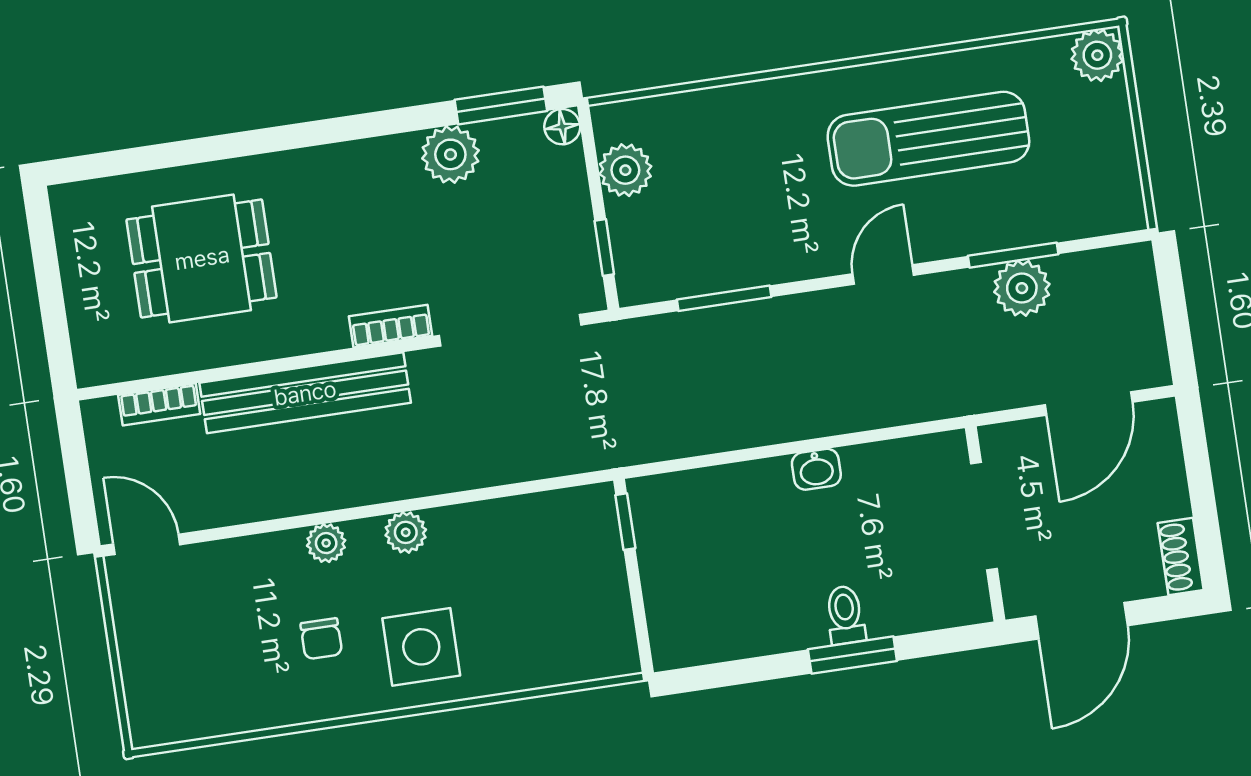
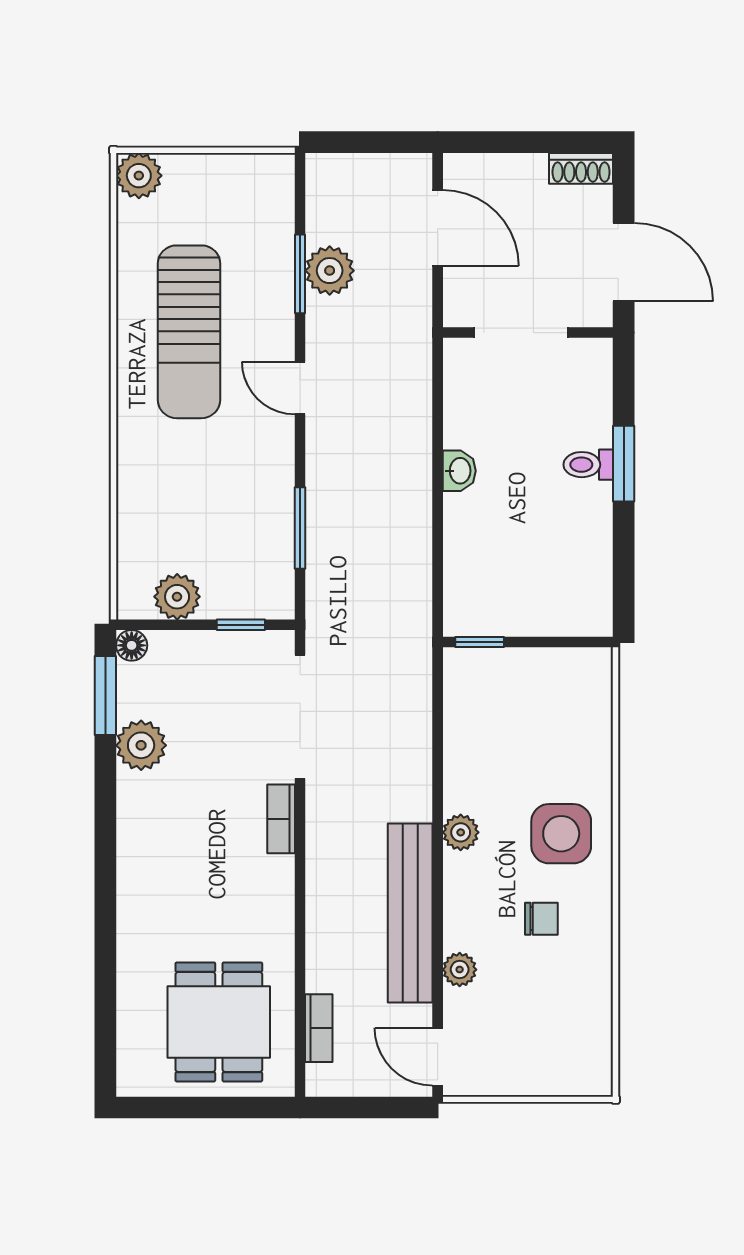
dining table: (202, 258) -> (219, 1022), moved
bench: (305, 393) -> (410, 913), moved
plant: (326, 543) -> (460, 970), moved
door: (147, 544) -> (438, 1057), hinge flipped

